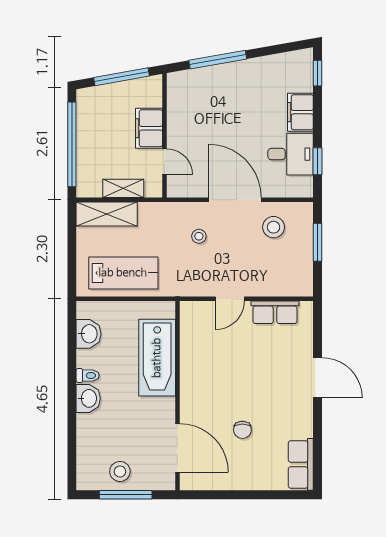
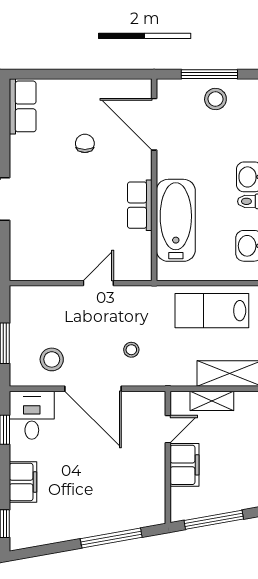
desk: (291, 154) -> (32, 415), moved, turned 90
door: (165, 162) -> (168, 429), swing flipped
row of seats: (275, 312) -> (140, 205), moved, turned -90

